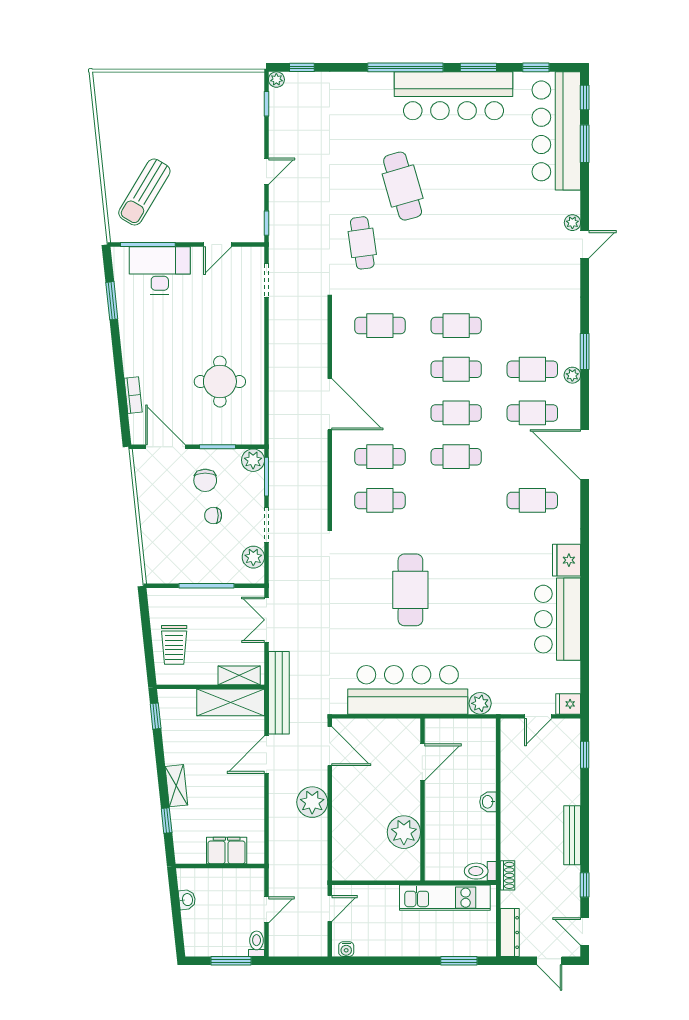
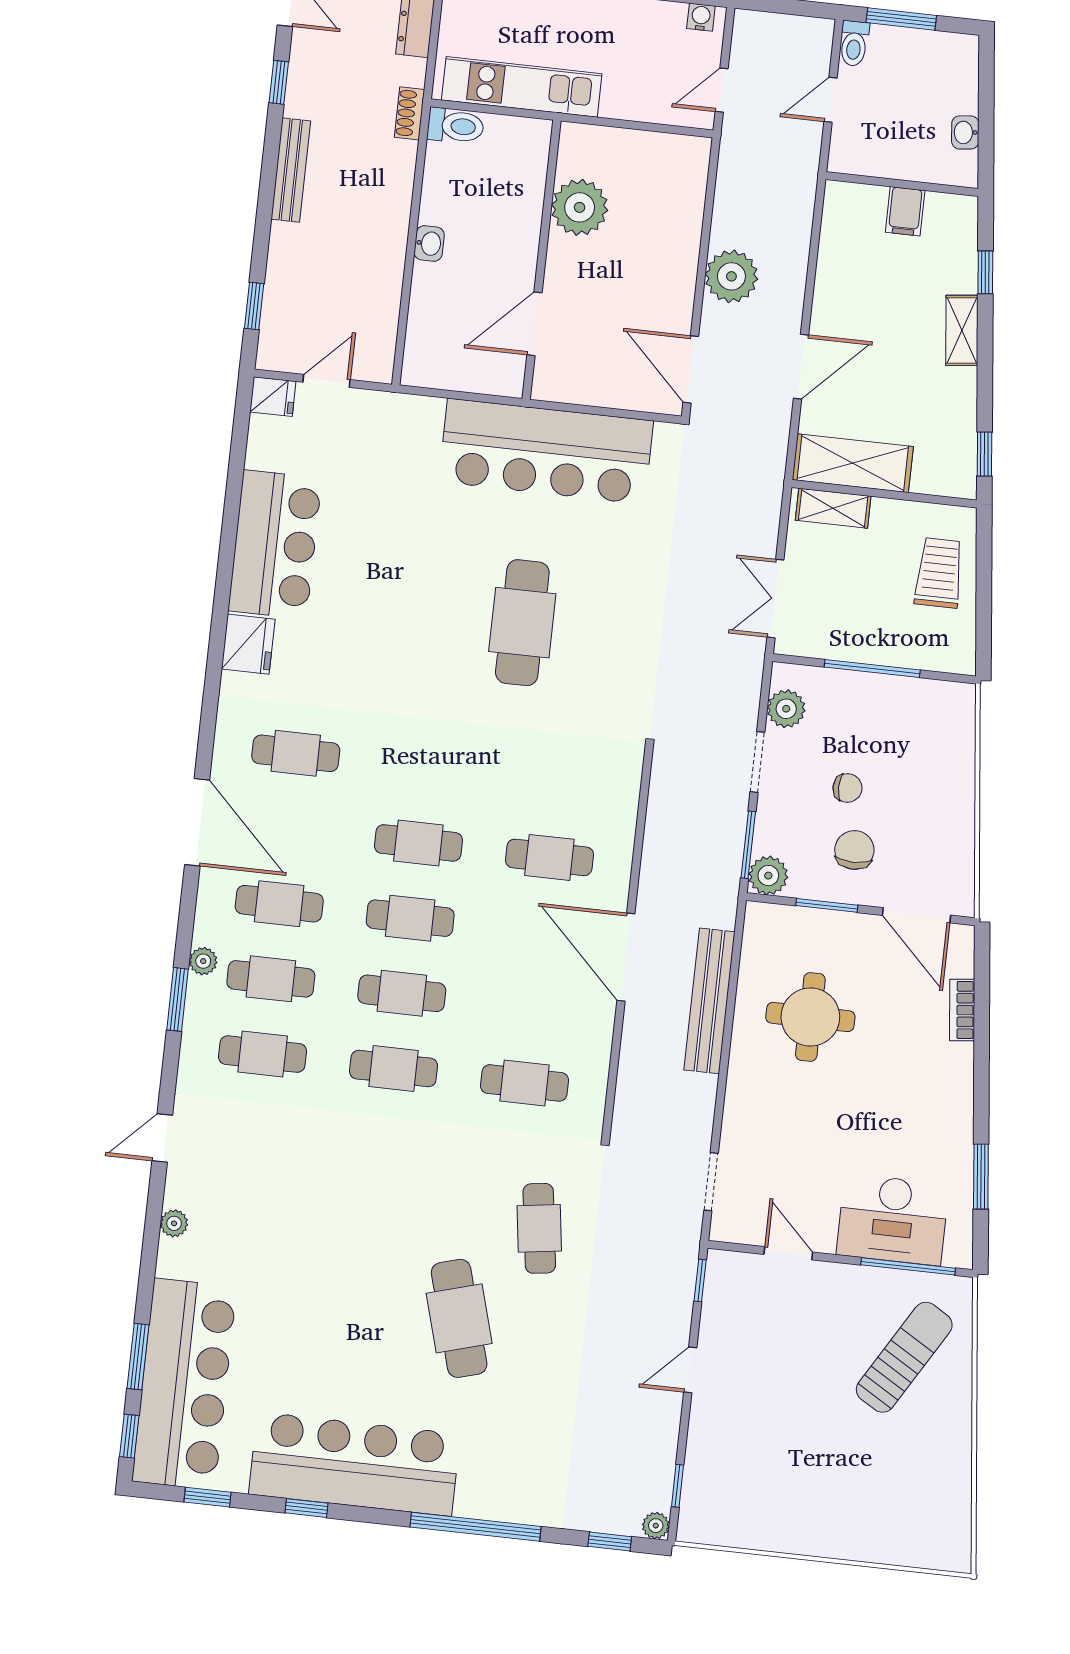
window: (405, 67) -> (476, 1527), moved
window: (478, 67) -> (306, 1508), width x0.67
door: (218, 244) -> (788, 1253), hinge flipped
door: (585, 244) -> (162, 1138), moved
cafe table: (380, 500) -> (263, 1054), moved
double door: (267, 620) -> (775, 599), swing flipped
bench: (279, 693) -> (709, 1001), moved
plant: (480, 703) -> (424, 414), removed
filing cabinet: (227, 850) -> (905, 211), width x0.50

